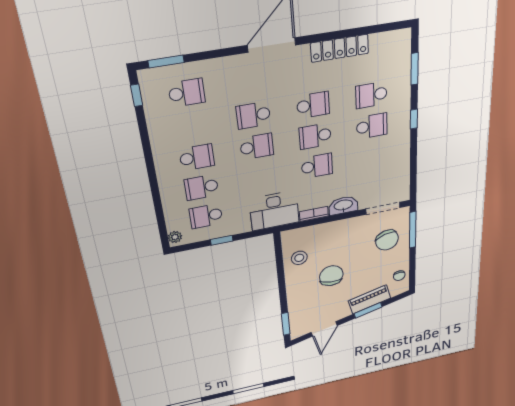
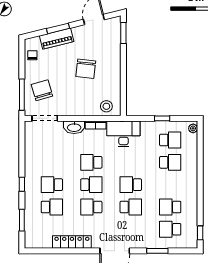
window: (166, 62) -> (157, 251), moved
school desk: (197, 157) -> (170, 207), moved
stool: (299, 258) -> (106, 106), moved

